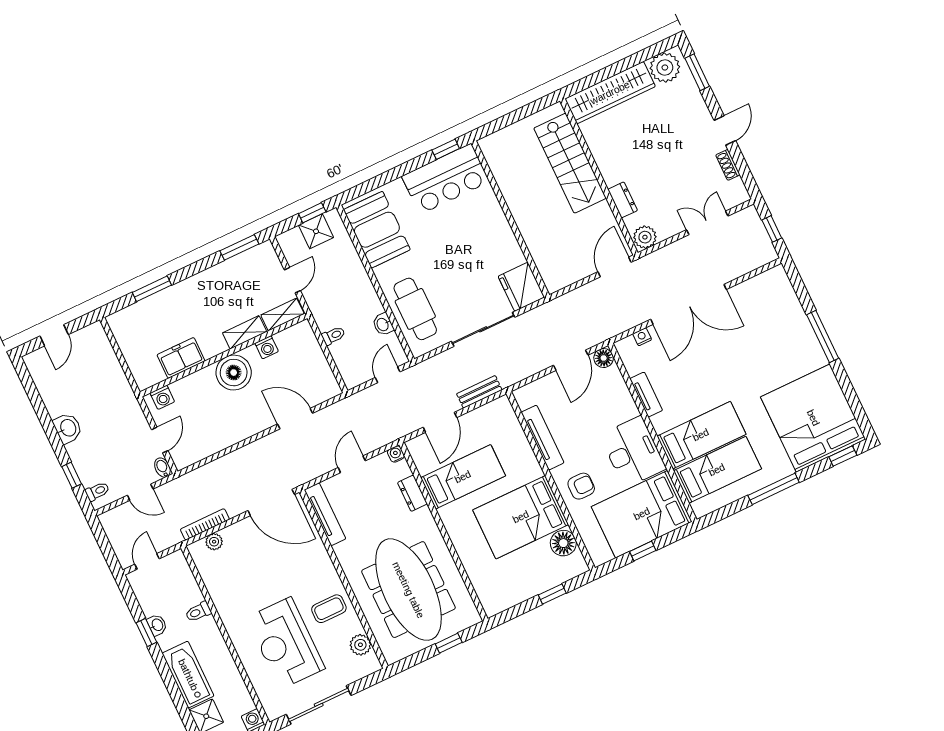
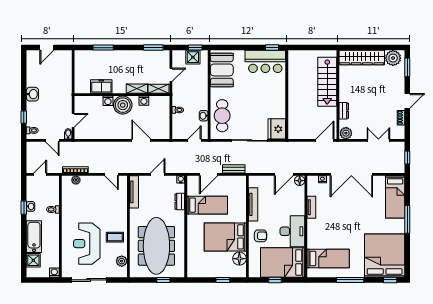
washing machine: (162, 397) -> (108, 101), moved
bed: (701, 435) -> (395, 197), moved, turned 90
door: (271, 502) -> (111, 174), width x0.53

